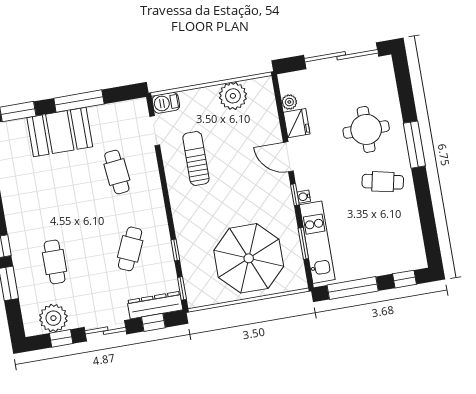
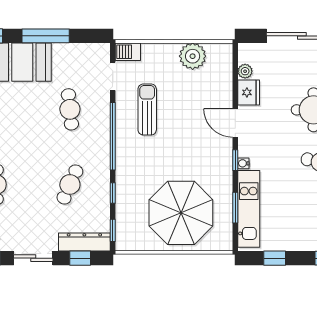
window: (165, 192) -> (113, 136), added
window: (353, 288) -> (275, 258), width x0.46

